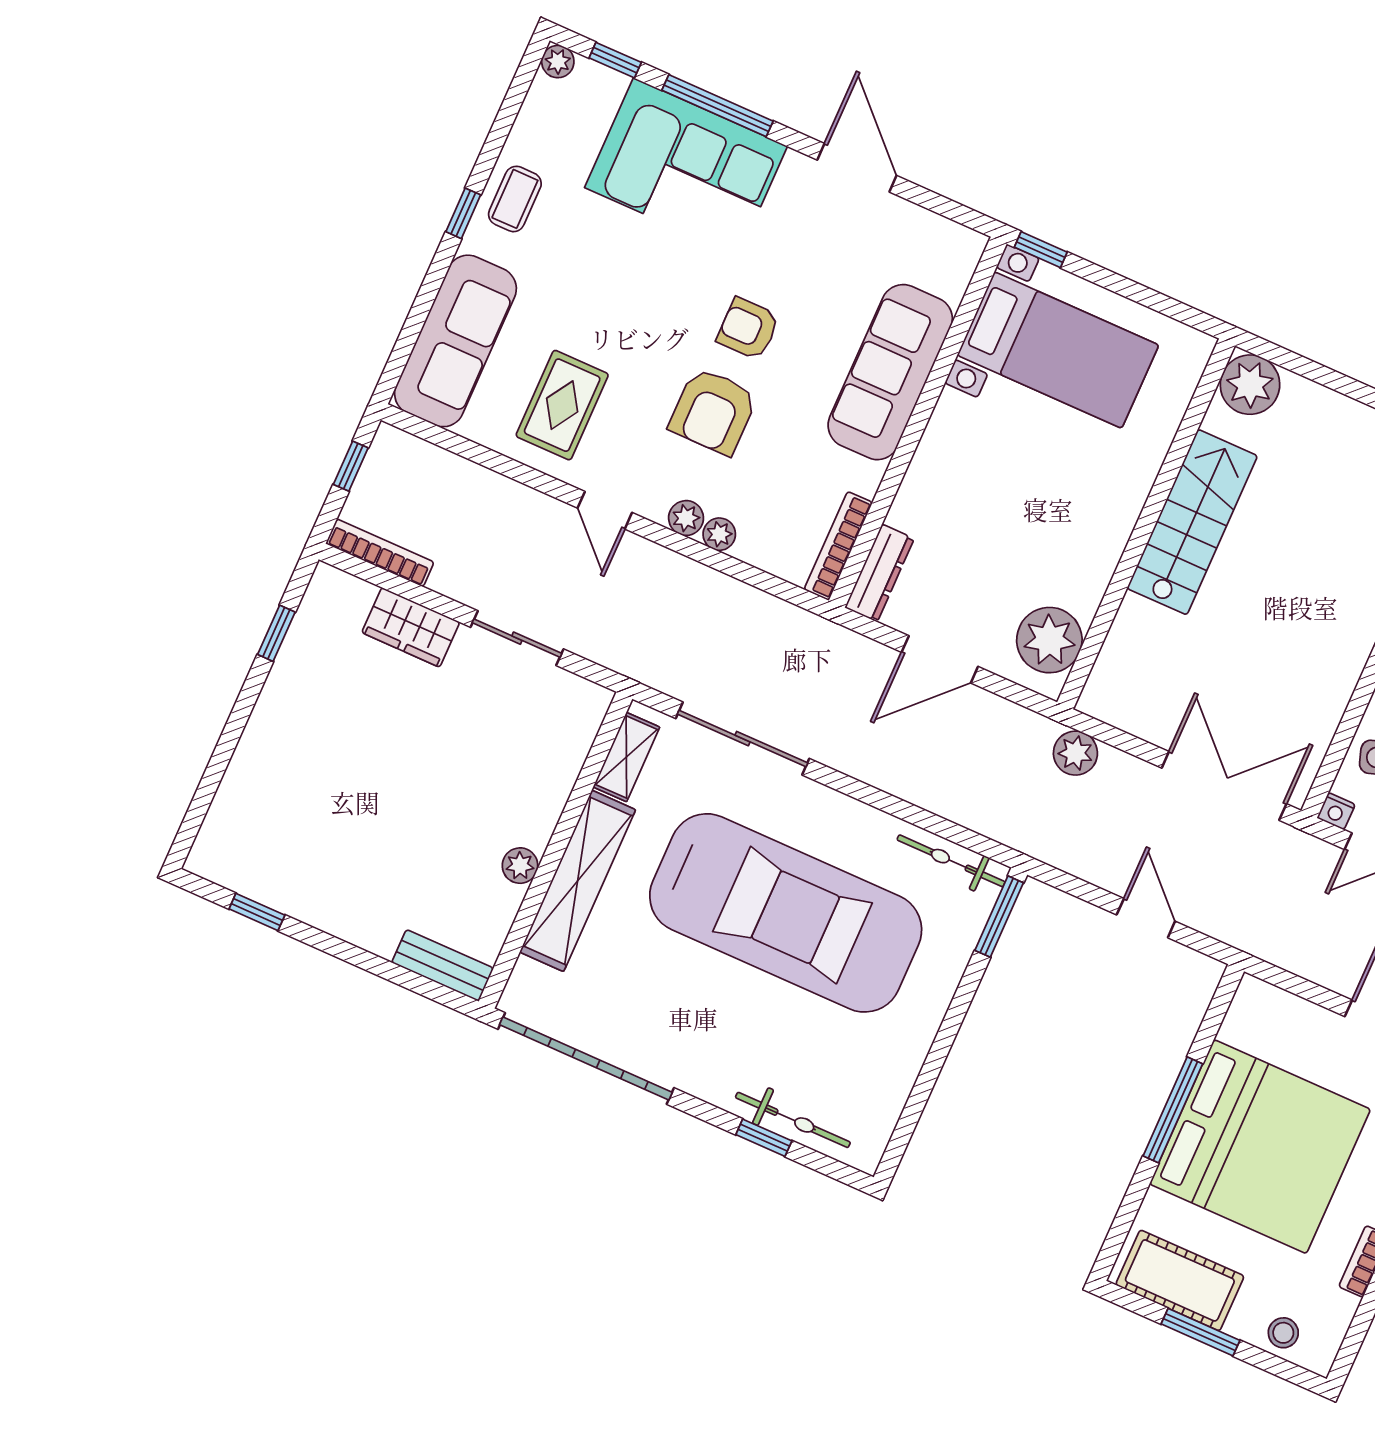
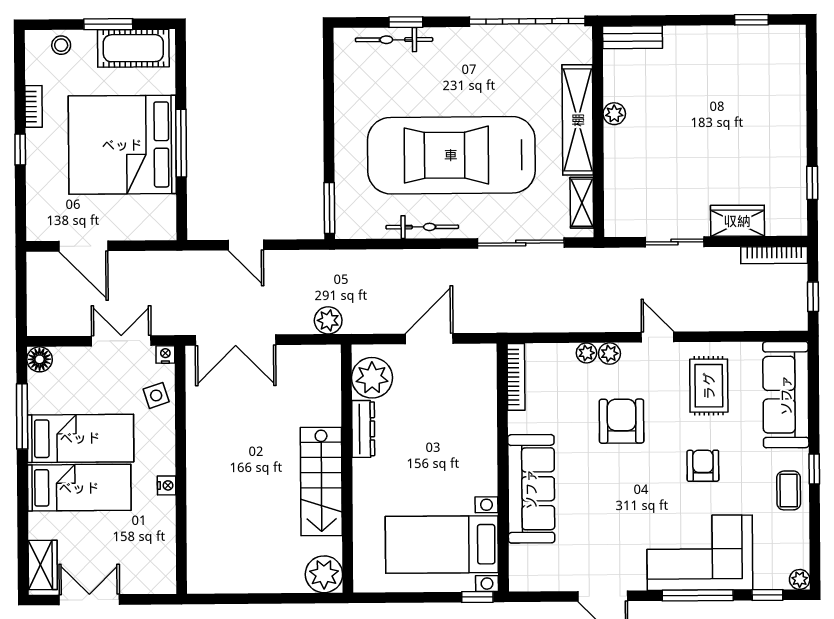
armchair: (748, 329) -> (703, 466), moved, turned -90
dresser: (879, 573) -> (363, 429), moved, turned 180
bicycle: (951, 861) -> (422, 227), moved

